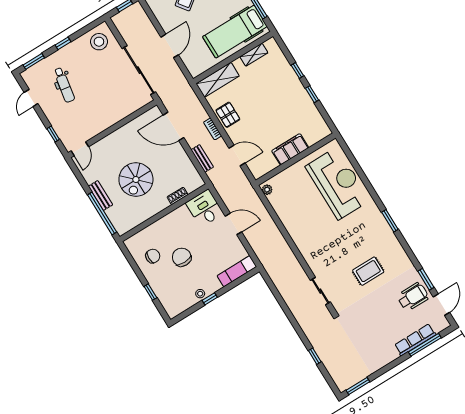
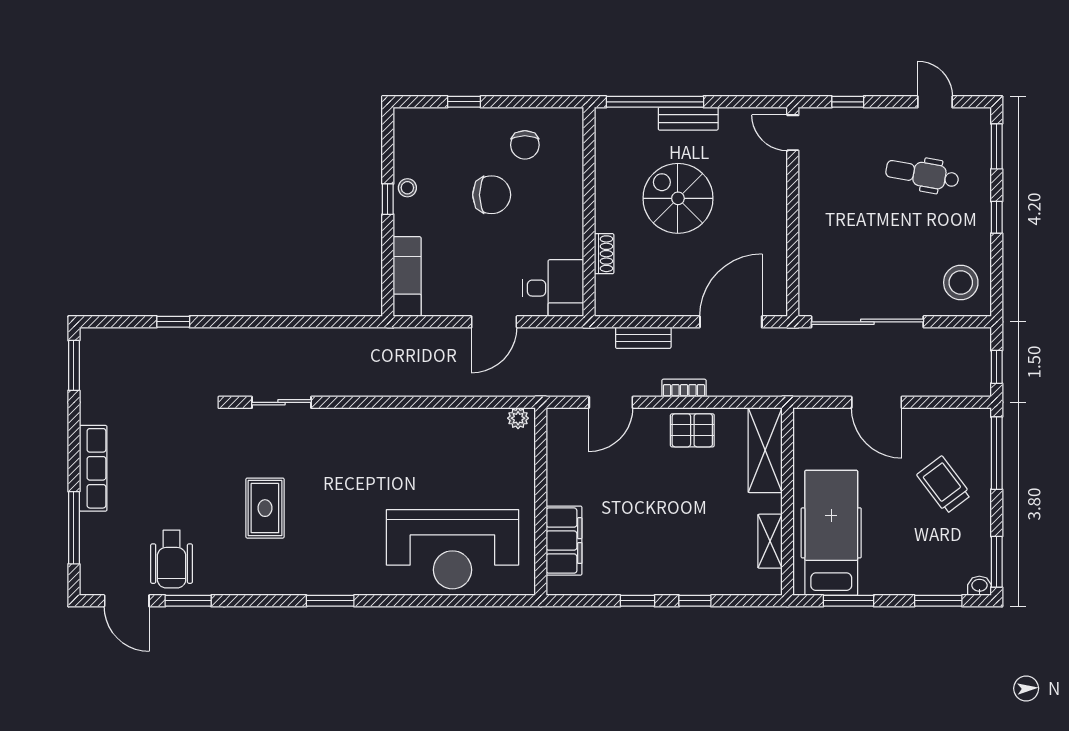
filing cabinet: (290, 149) -> (564, 541), moved
row of seats: (415, 340) -> (93, 468), moved

